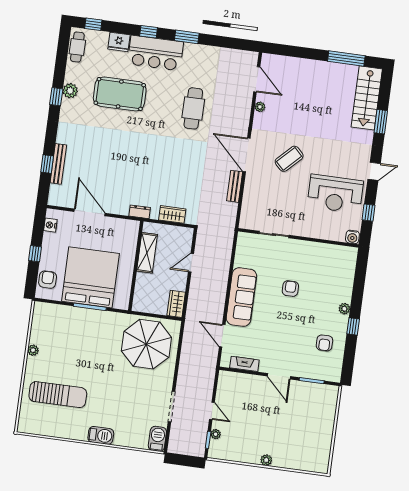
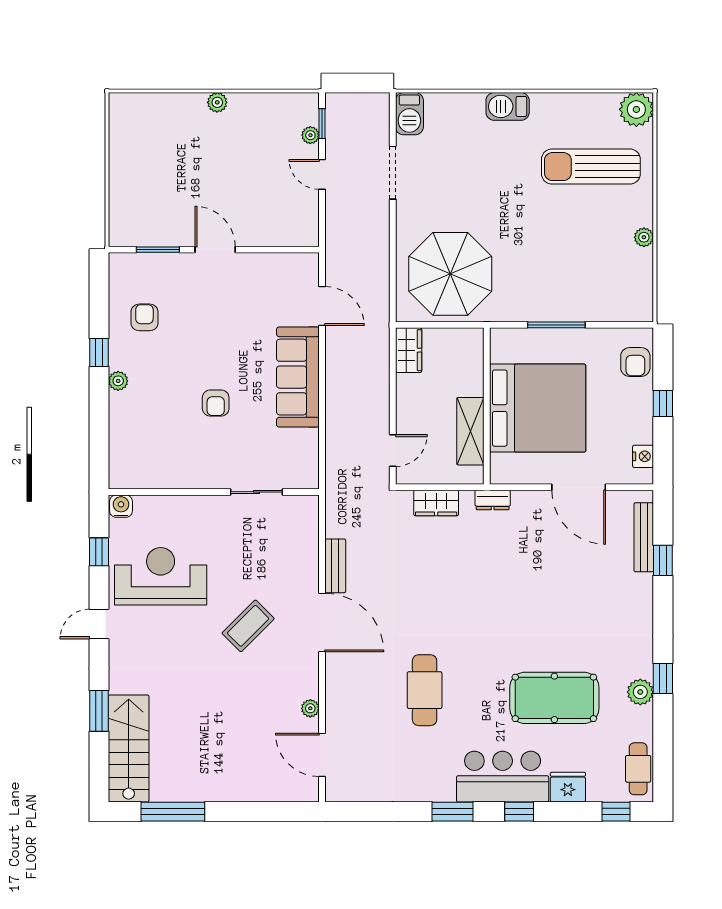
bench: (58, 164) -> (644, 537), moved
door: (191, 263) -> (393, 450), moved
bed: (90, 277) -> (538, 408), moved, turned -90
fireplace: (244, 364) -> (277, 263), removed
plant: (27, 424) -> (636, 109), added

